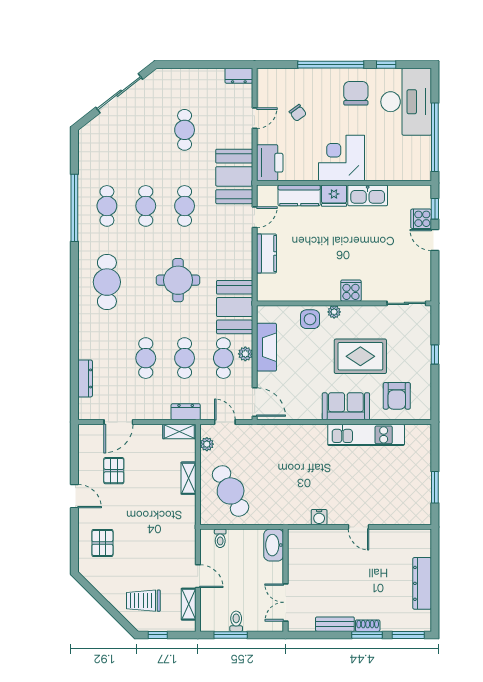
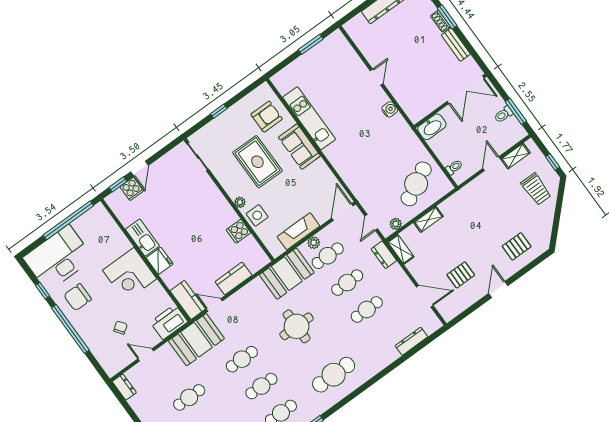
kitchen counter: (299, 195) -> (188, 300), moved
cooker: (351, 291) -> (238, 231), moved
double door: (286, 602) -> (466, 90), width x1.37

